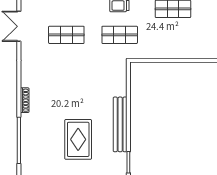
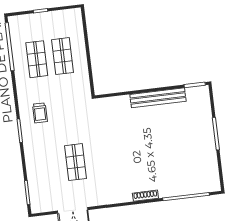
shop shelf: (120, 35) -> (63, 56), moved
rug: (78, 139) -> (178, 138), removed

